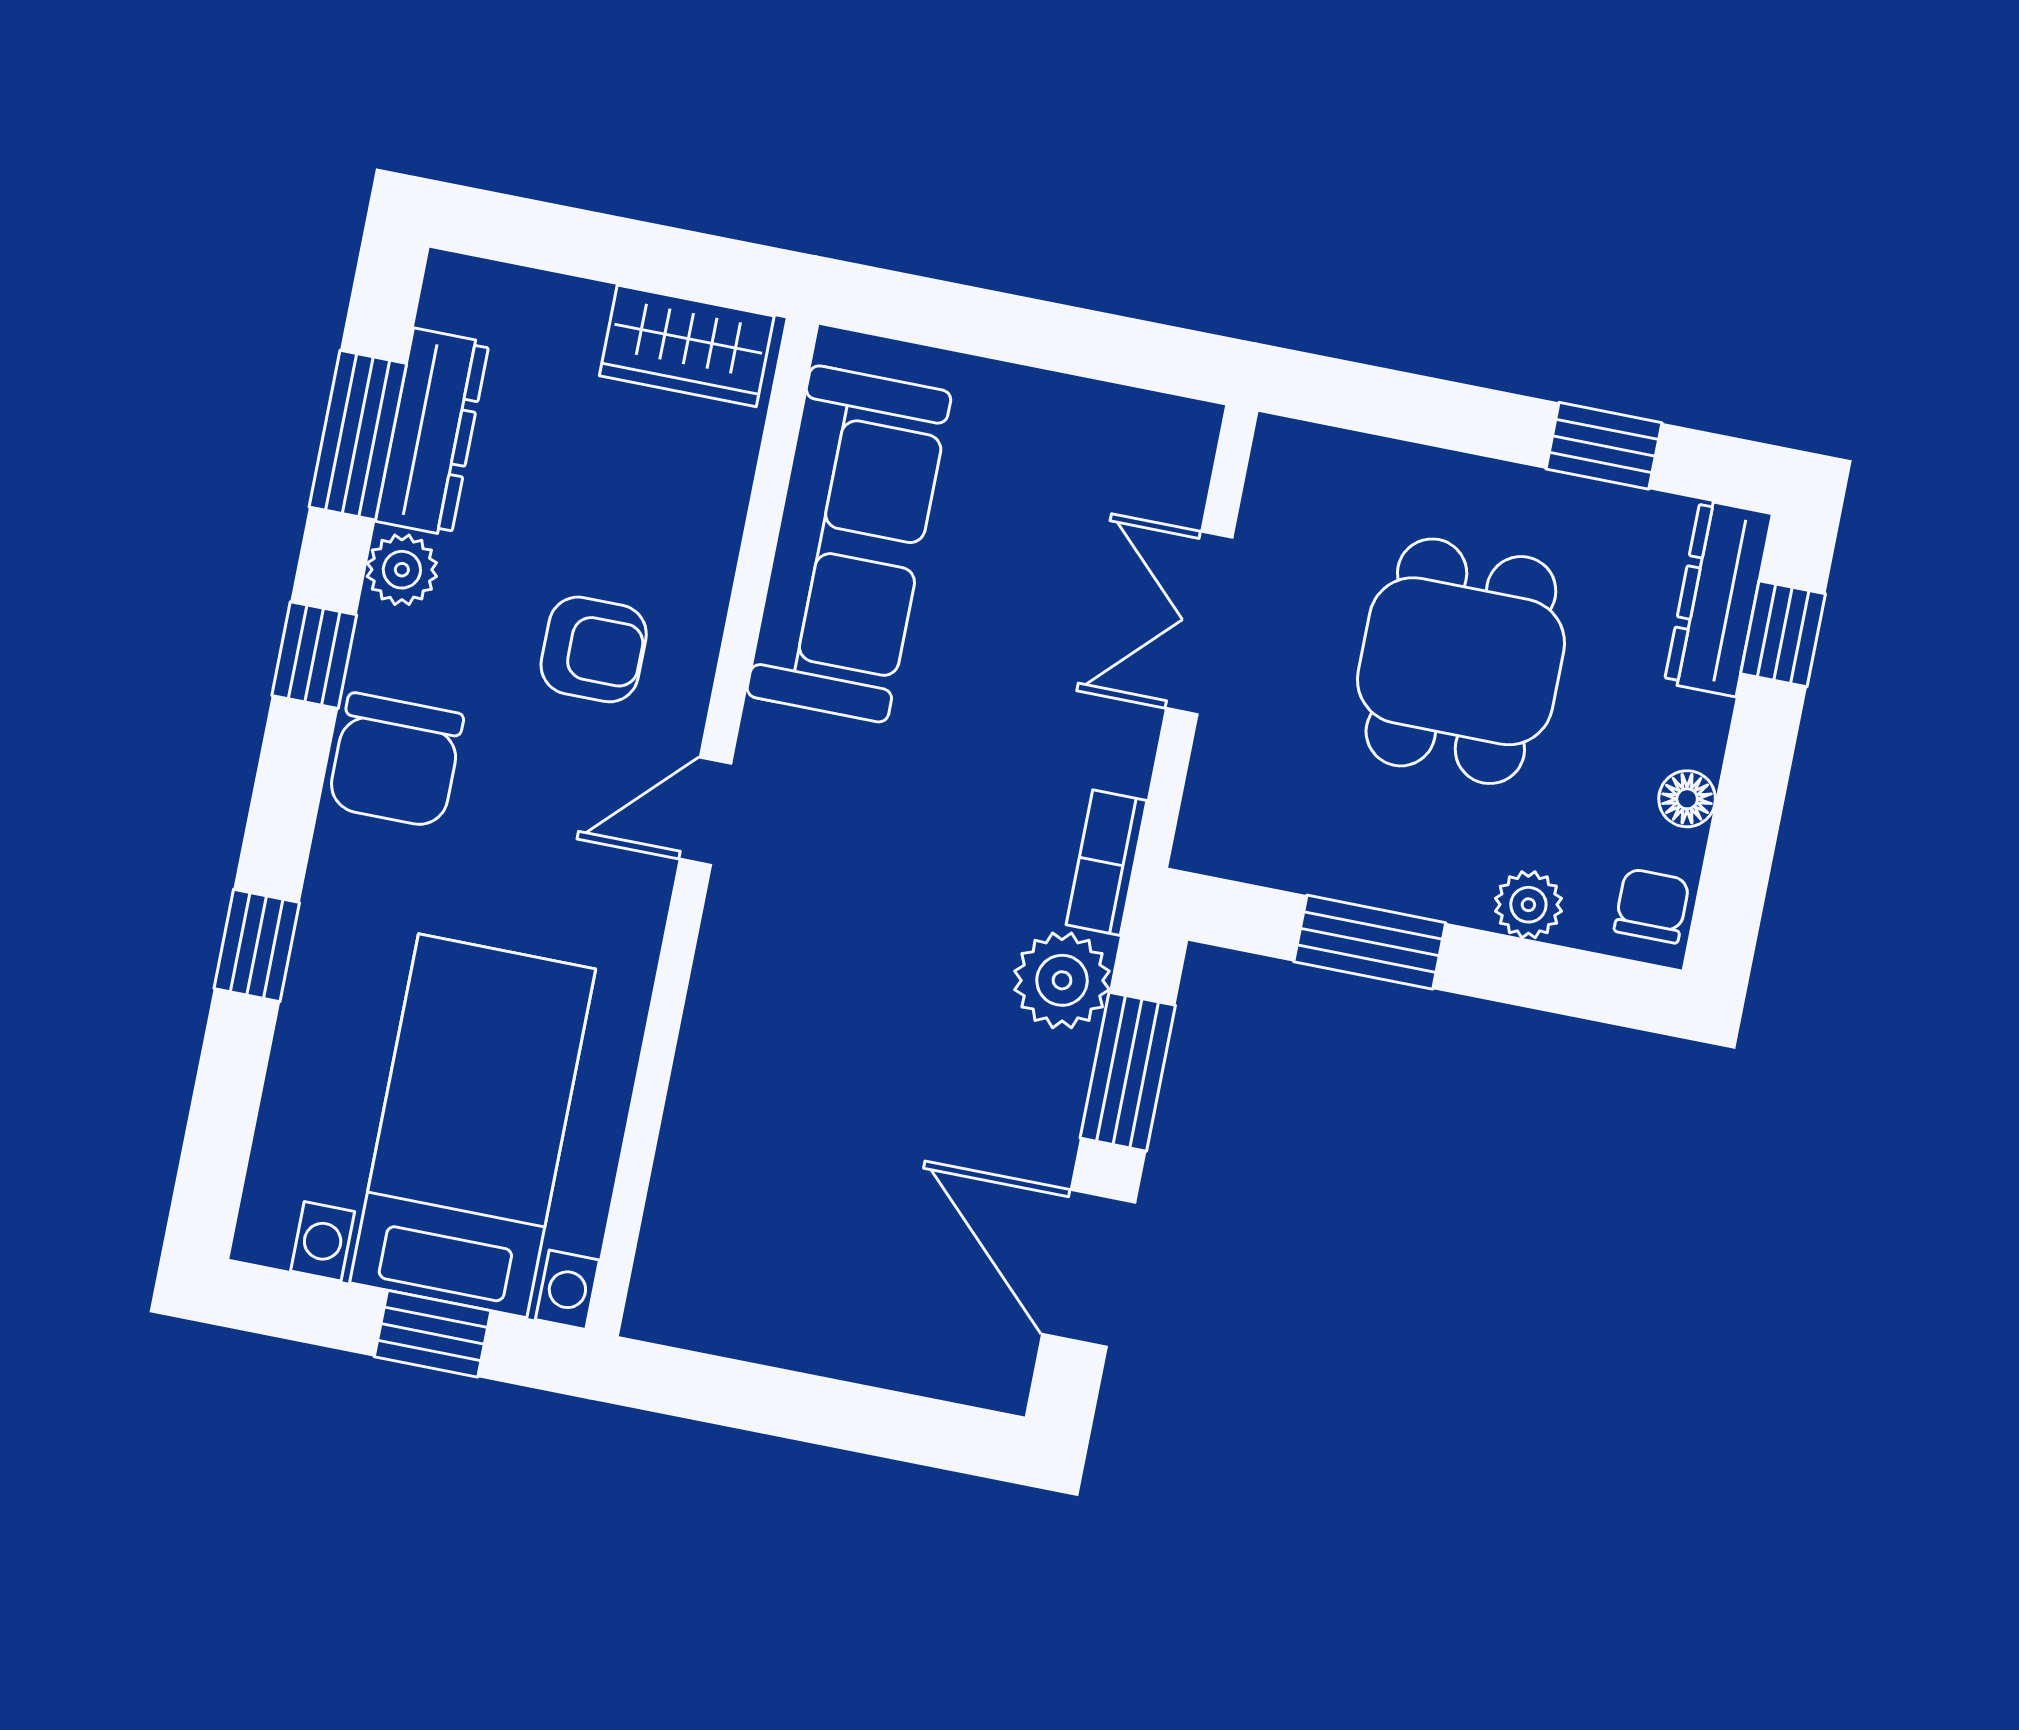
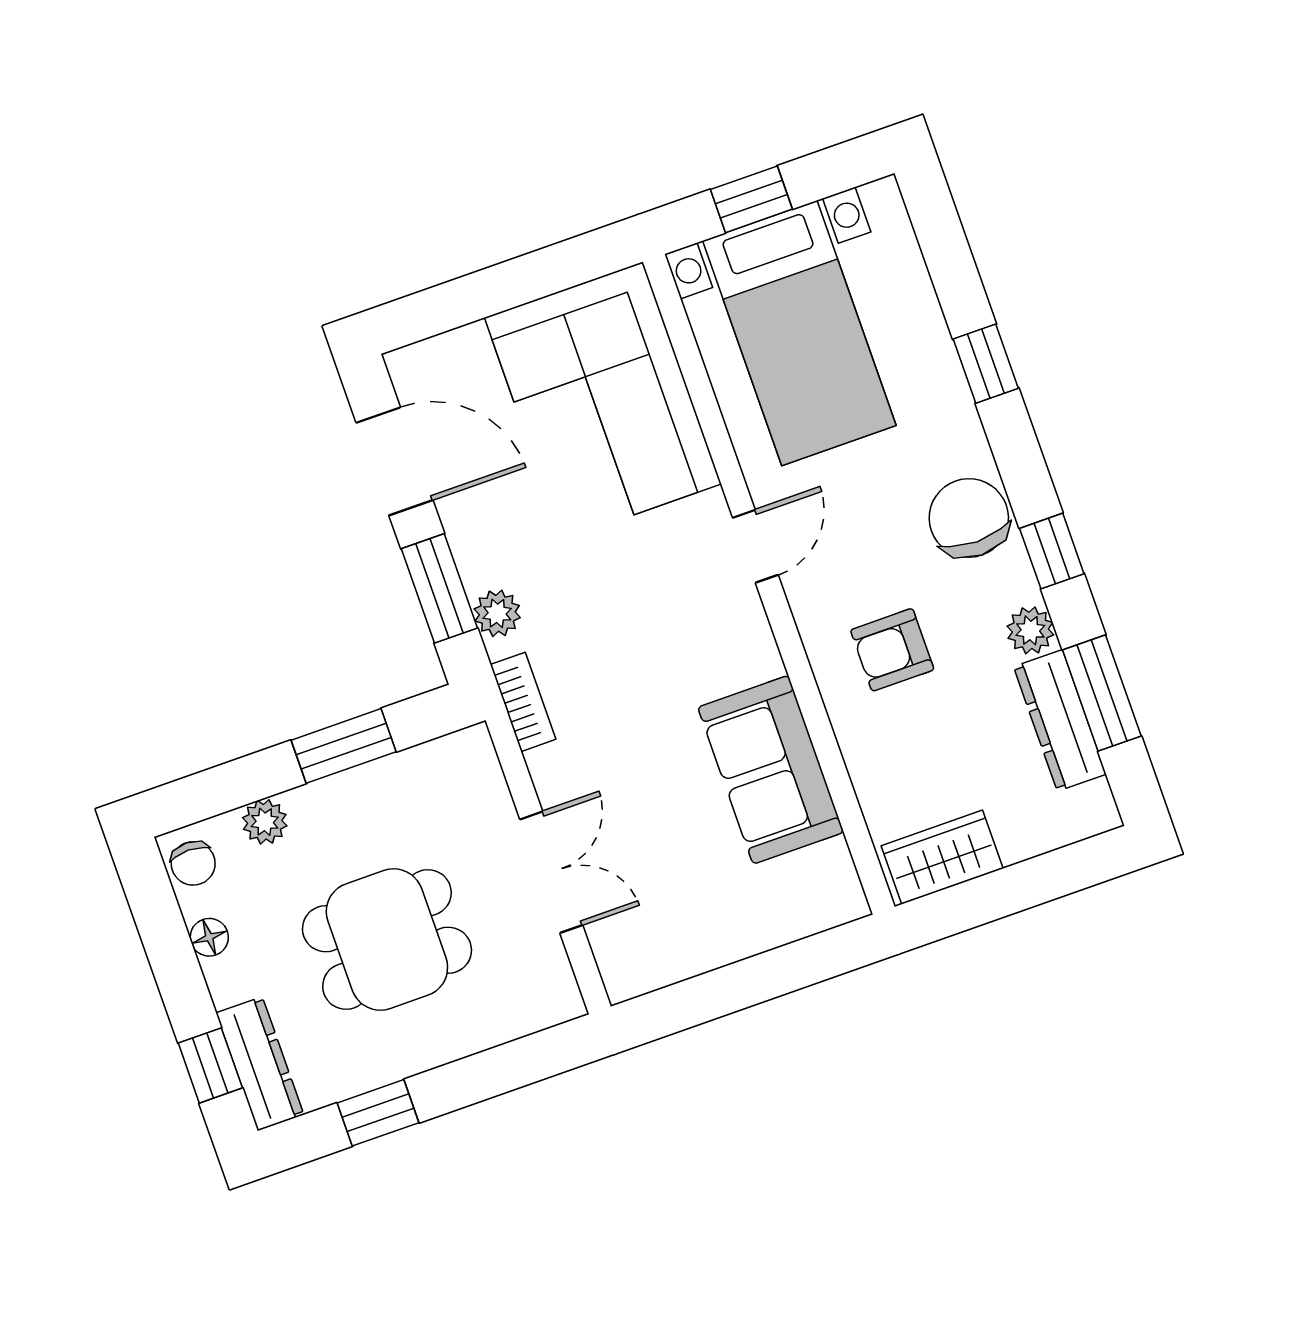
sofa: (849, 544) -> (771, 770), width x0.73
dining table: (1461, 661) -> (387, 939), turned 90
door: (705, 811) -> (755, 546), moved
plant: (1062, 980) -> (497, 613), width x0.73, depth x0.73
corner sofa: (776, 1188) -> (603, 401), added

